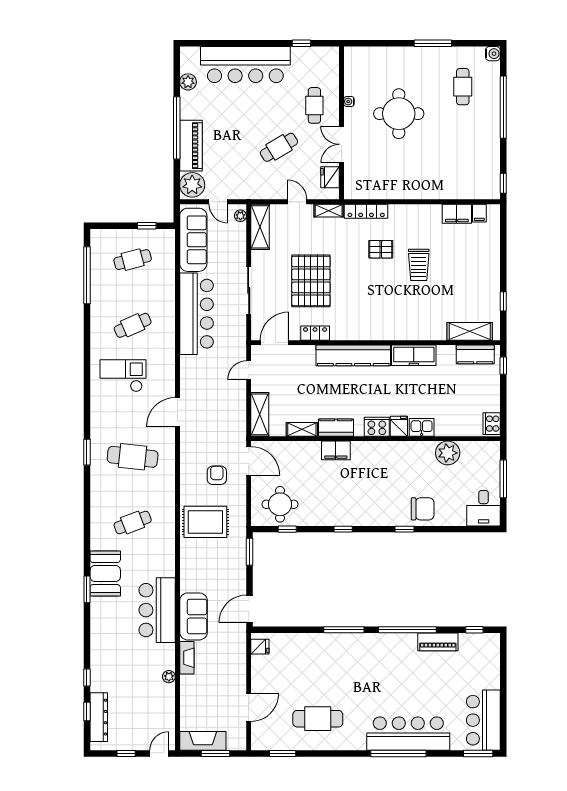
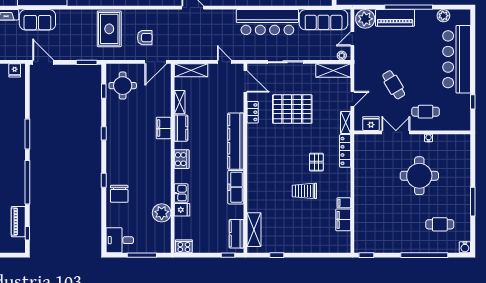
filing cabinet: (479, 213) -> (344, 203), moved
fridge: (399, 426) -> (182, 210), moved
piano: (438, 642) -> (18, 222), moved

